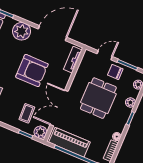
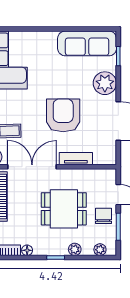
tv unit: (73, 60) -> (76, 159), moved
armchair: (32, 71) -> (63, 115), turned 180

